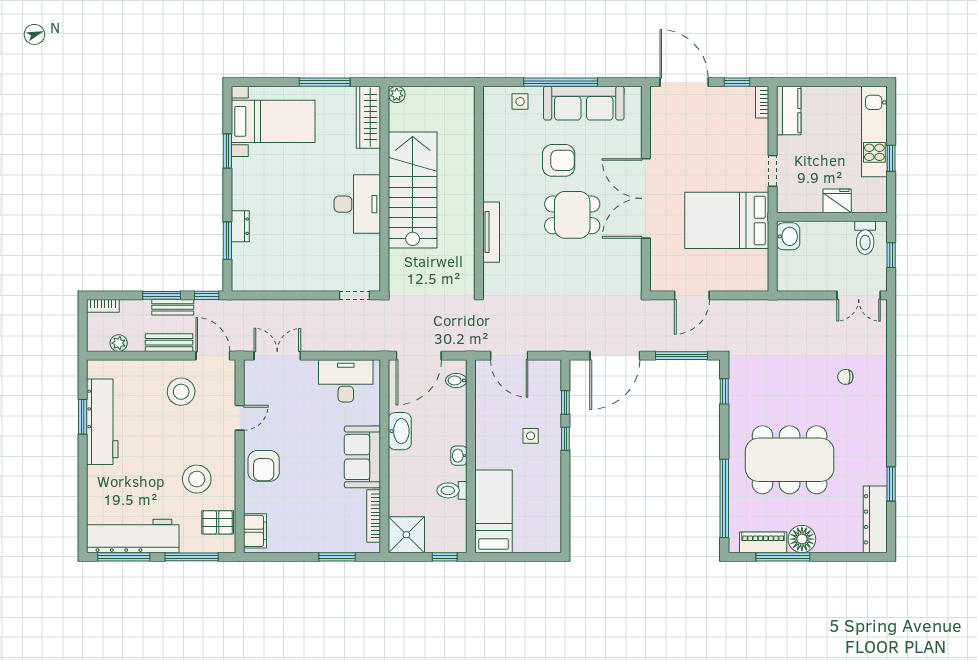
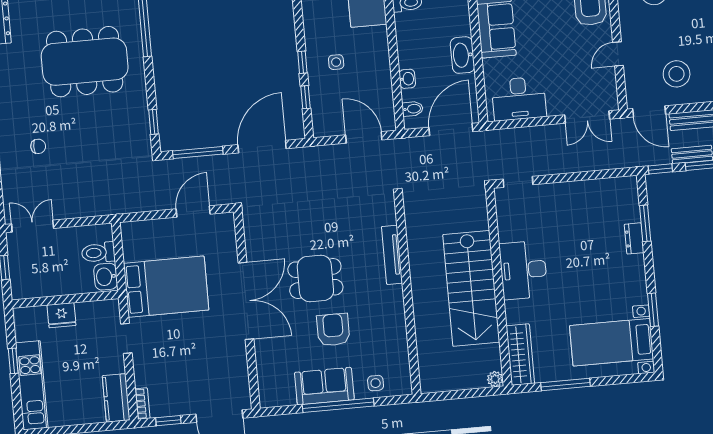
sofa: (584, 103) -> (324, 386), width x0.73
armchair: (559, 160) -> (333, 330), turned 90
toilet: (865, 238) -> (98, 253), moved, turned -90
washbasin: (459, 456) -> (407, 79), moved

